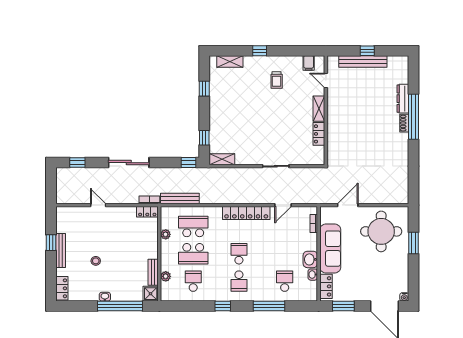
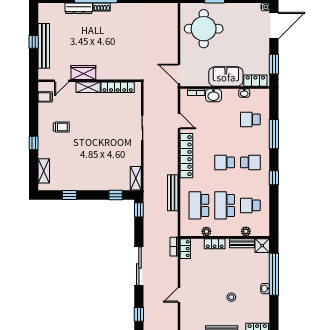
wardrobe: (335, 104) -> (83, 72), added
locker: (319, 134) -> (118, 87), width x1.53
bench: (180, 199) -> (173, 193), moved
door: (348, 205) -> (179, 74), moved
locker: (152, 243) -> (215, 244), added
sofa: (330, 249) -> (226, 77), width x0.73
school desk: (193, 254) -> (225, 205), turned 180
washbasin: (310, 259) -> (213, 95), moved

